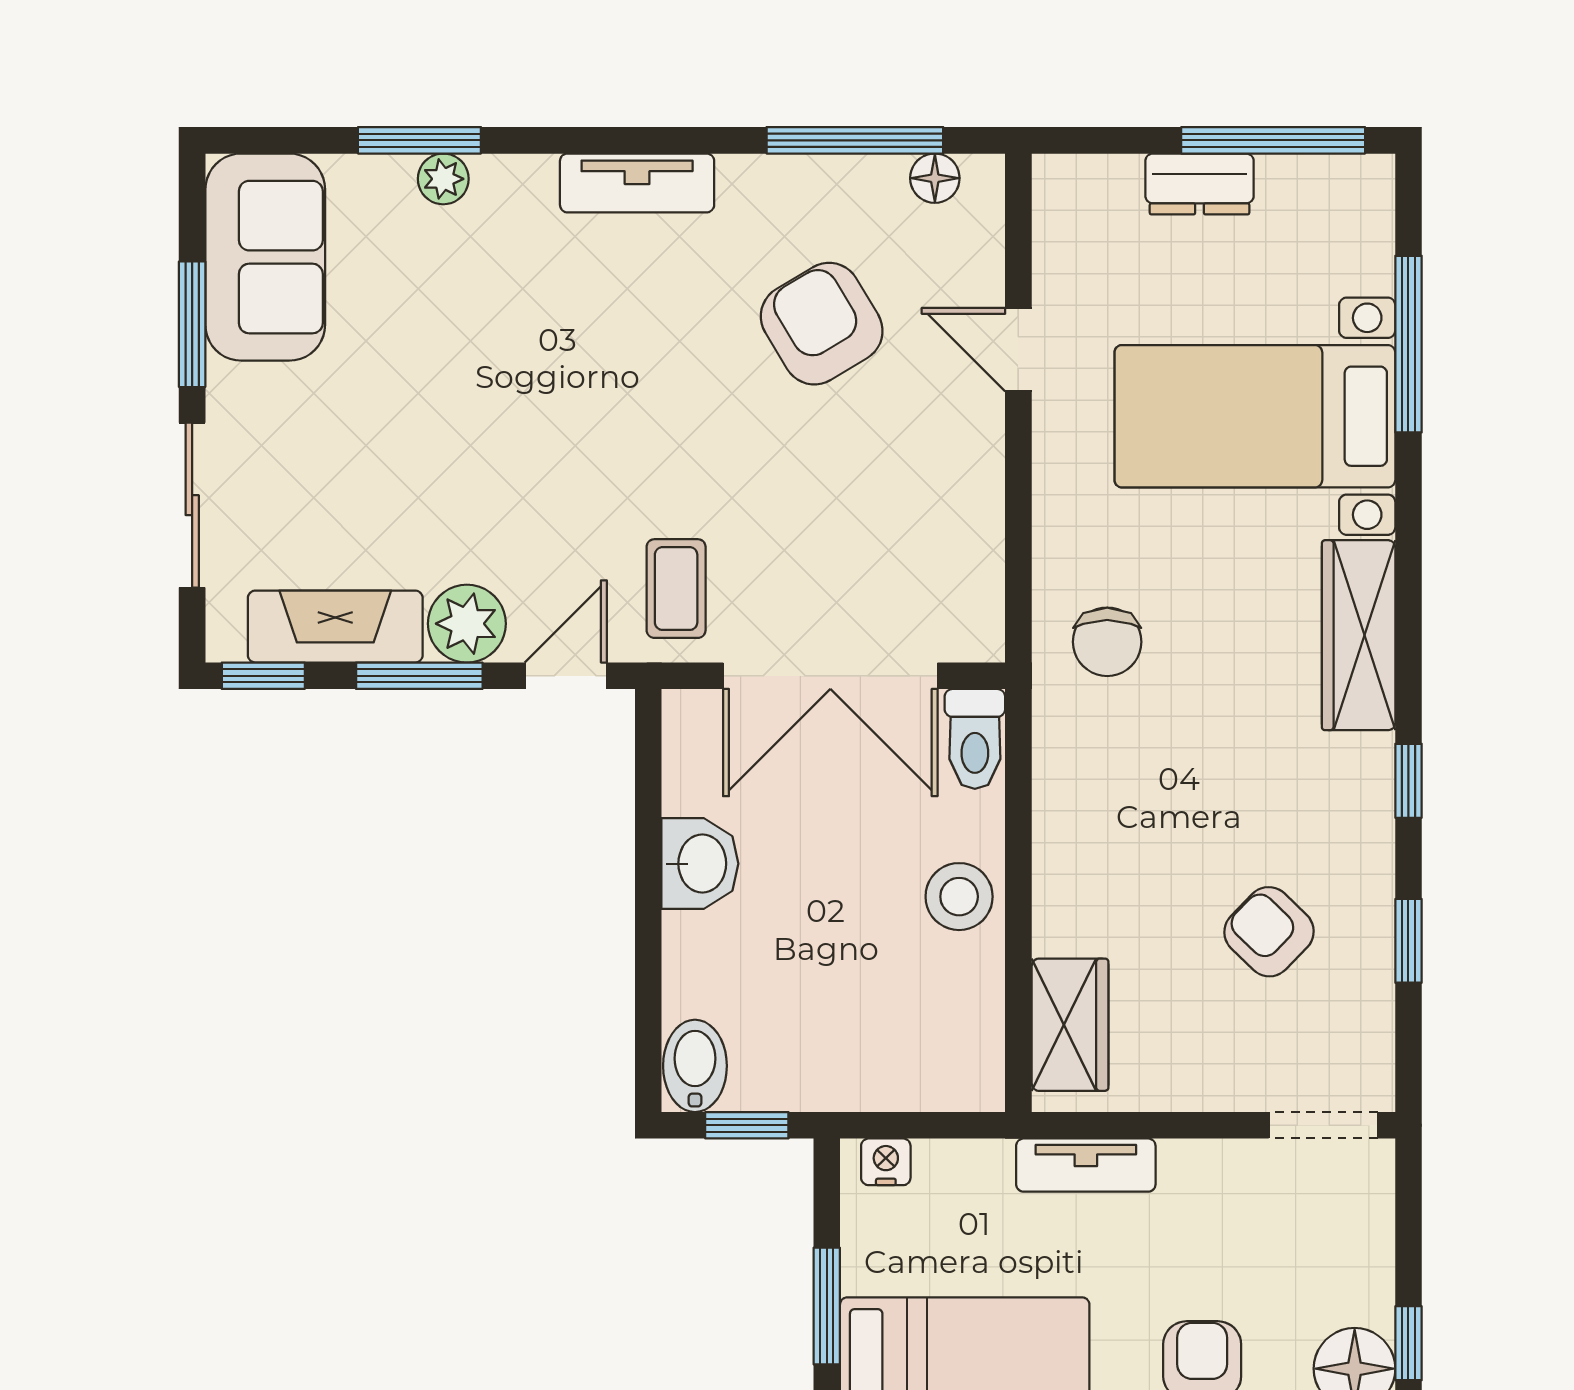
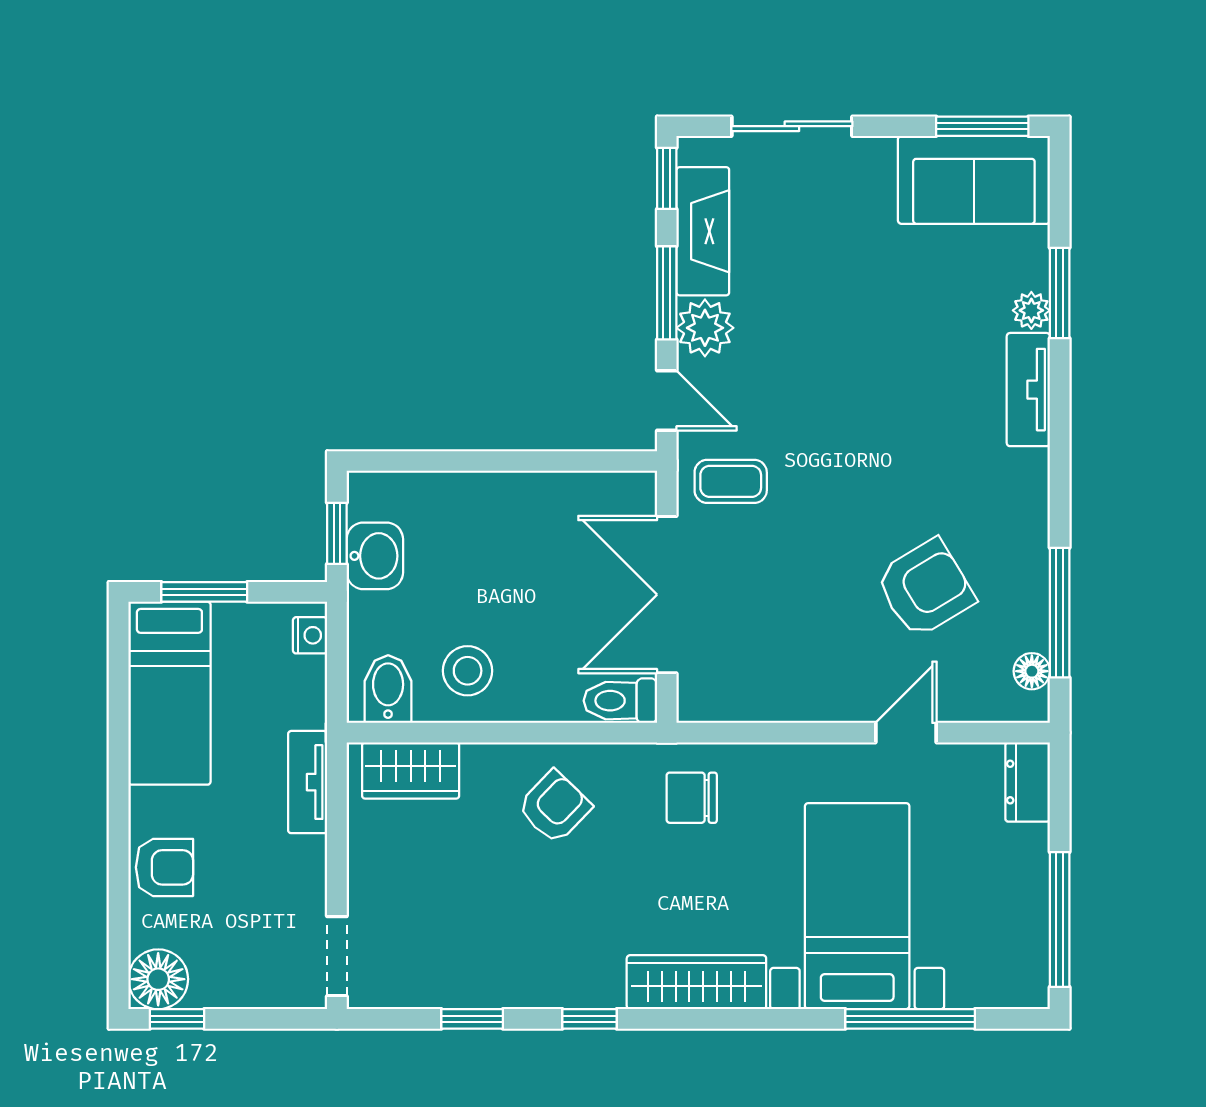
tv unit: (637, 183) -> (1028, 390), moved
dresser: (1200, 184) -> (1028, 782), moved
window: (192, 324) -> (982, 126), moved
washbasin: (700, 864) -> (375, 556), moved, turned -90
stool: (959, 897) -> (468, 671), moved
armchair: (1269, 932) -> (554, 807), moved
bidet: (695, 1066) -> (388, 689), moved, turned -90

